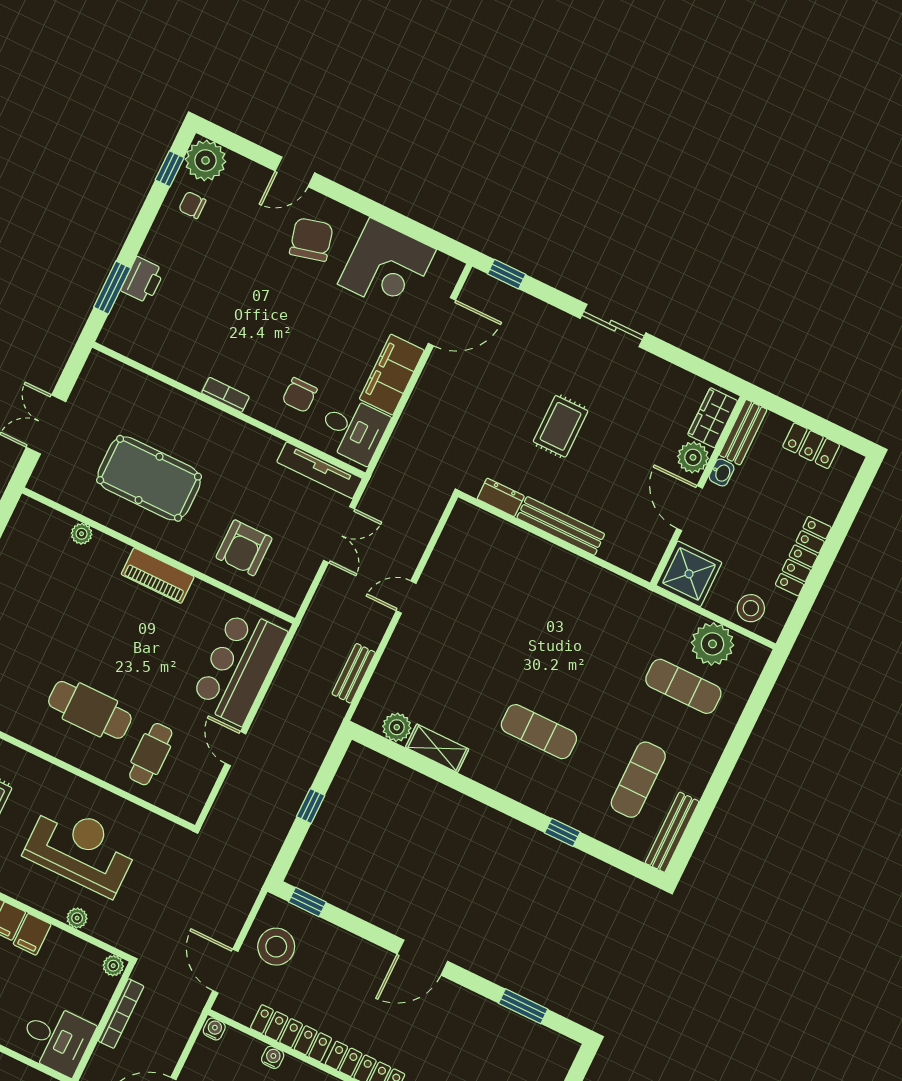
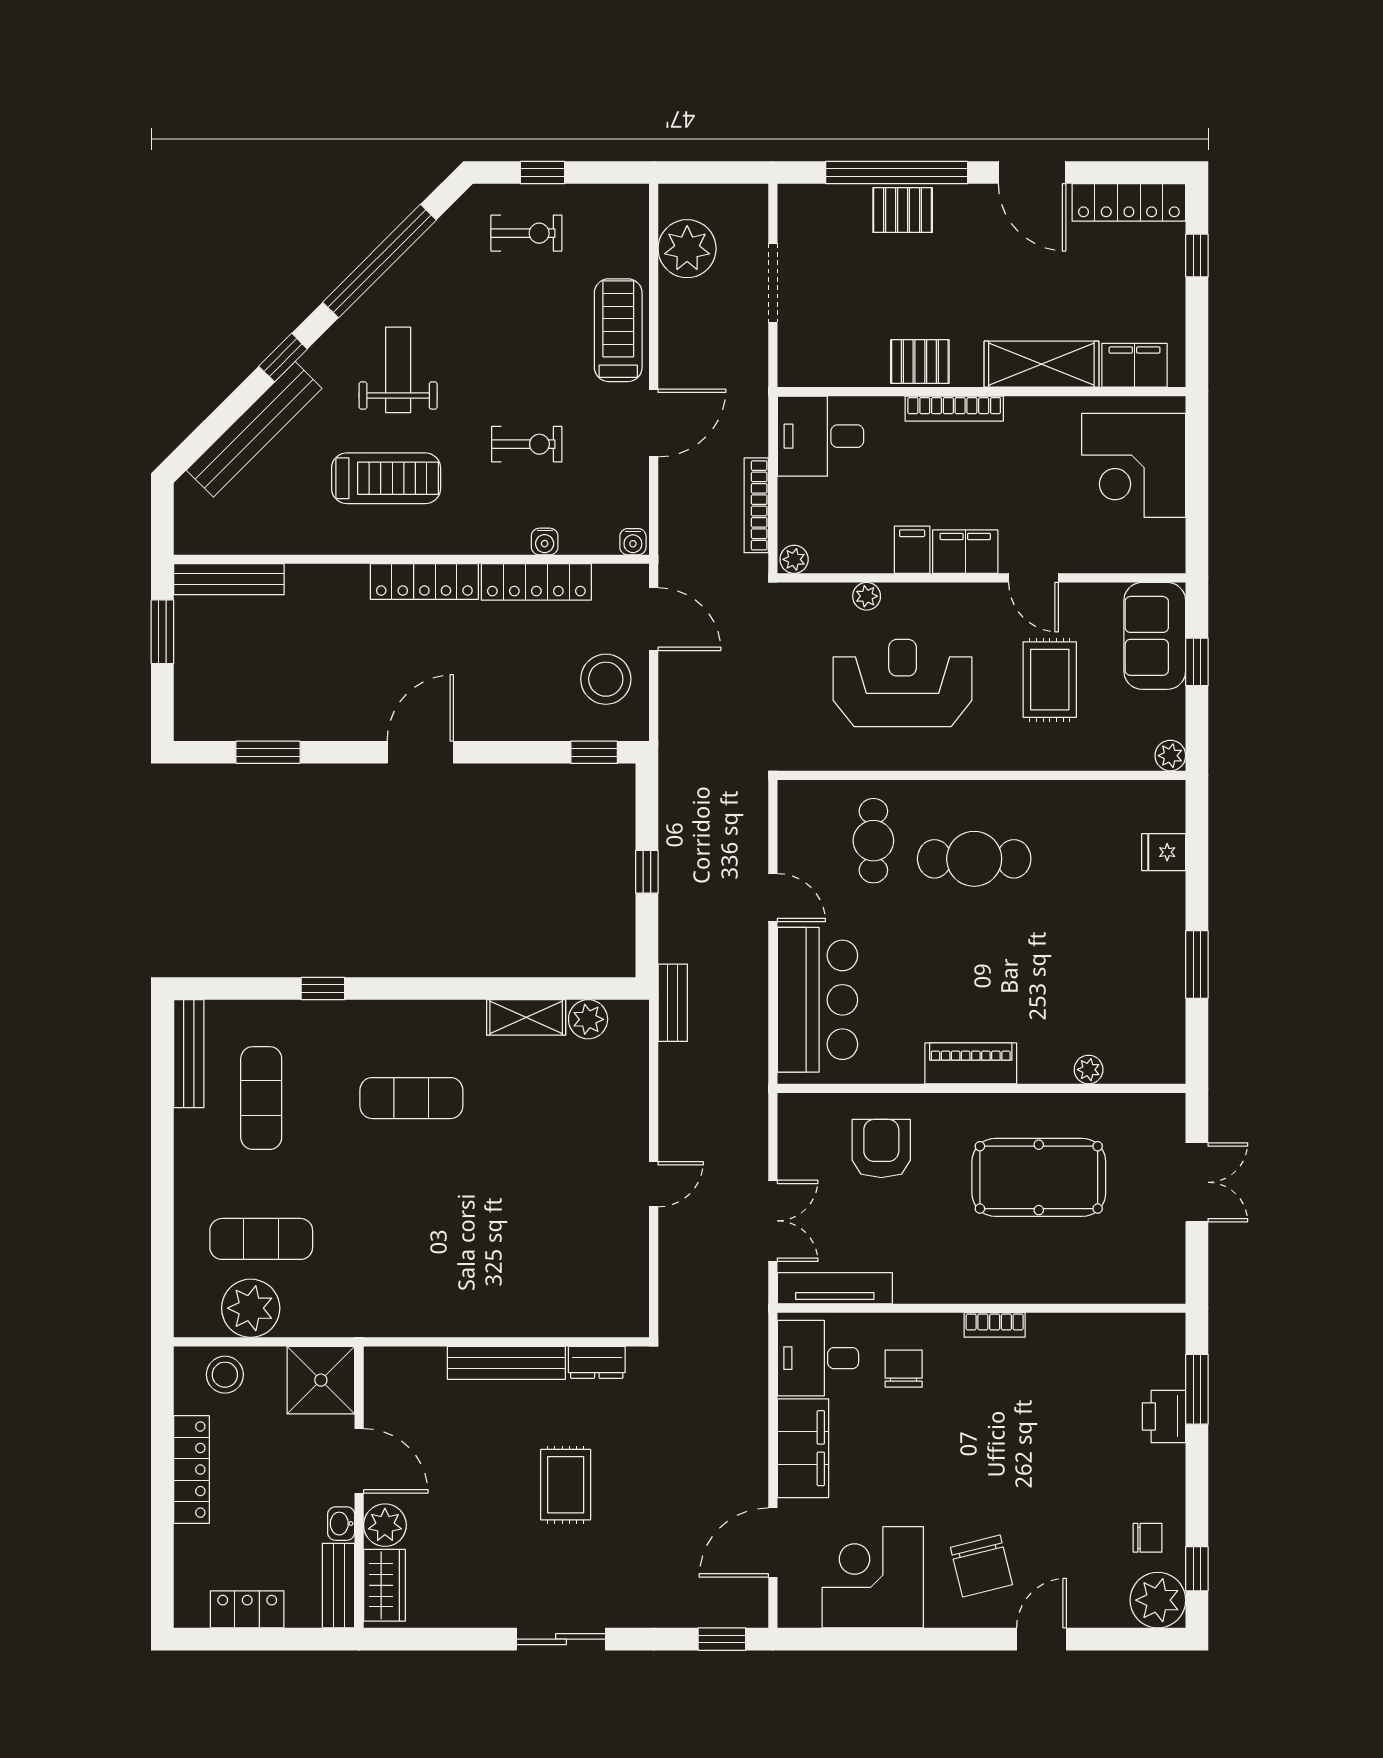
double door: (339, 535) -> (773, 1221), swing flipped
bench: (354, 673) -> (673, 1003), moved
reception desk: (81, 849) -> (903, 683), turned 180

